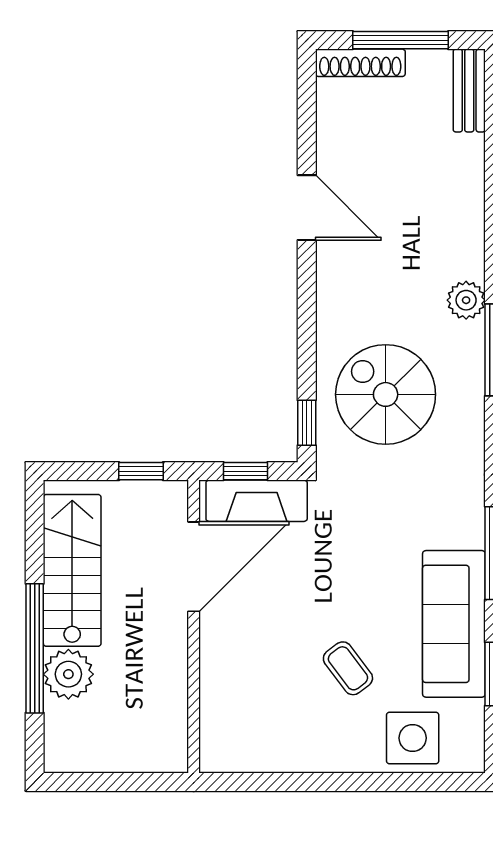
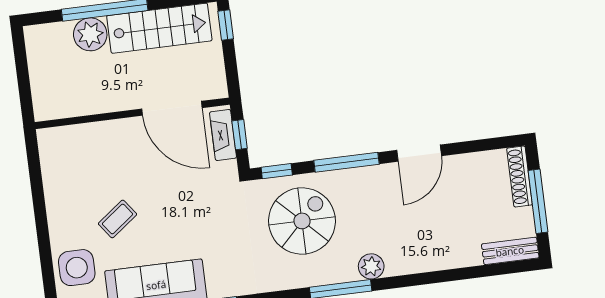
window: (307, 317) -> (347, 162), added
window: (141, 471) -> (226, 25), moved
fireplace: (257, 501) -> (223, 135), width x0.73, depth x0.76

